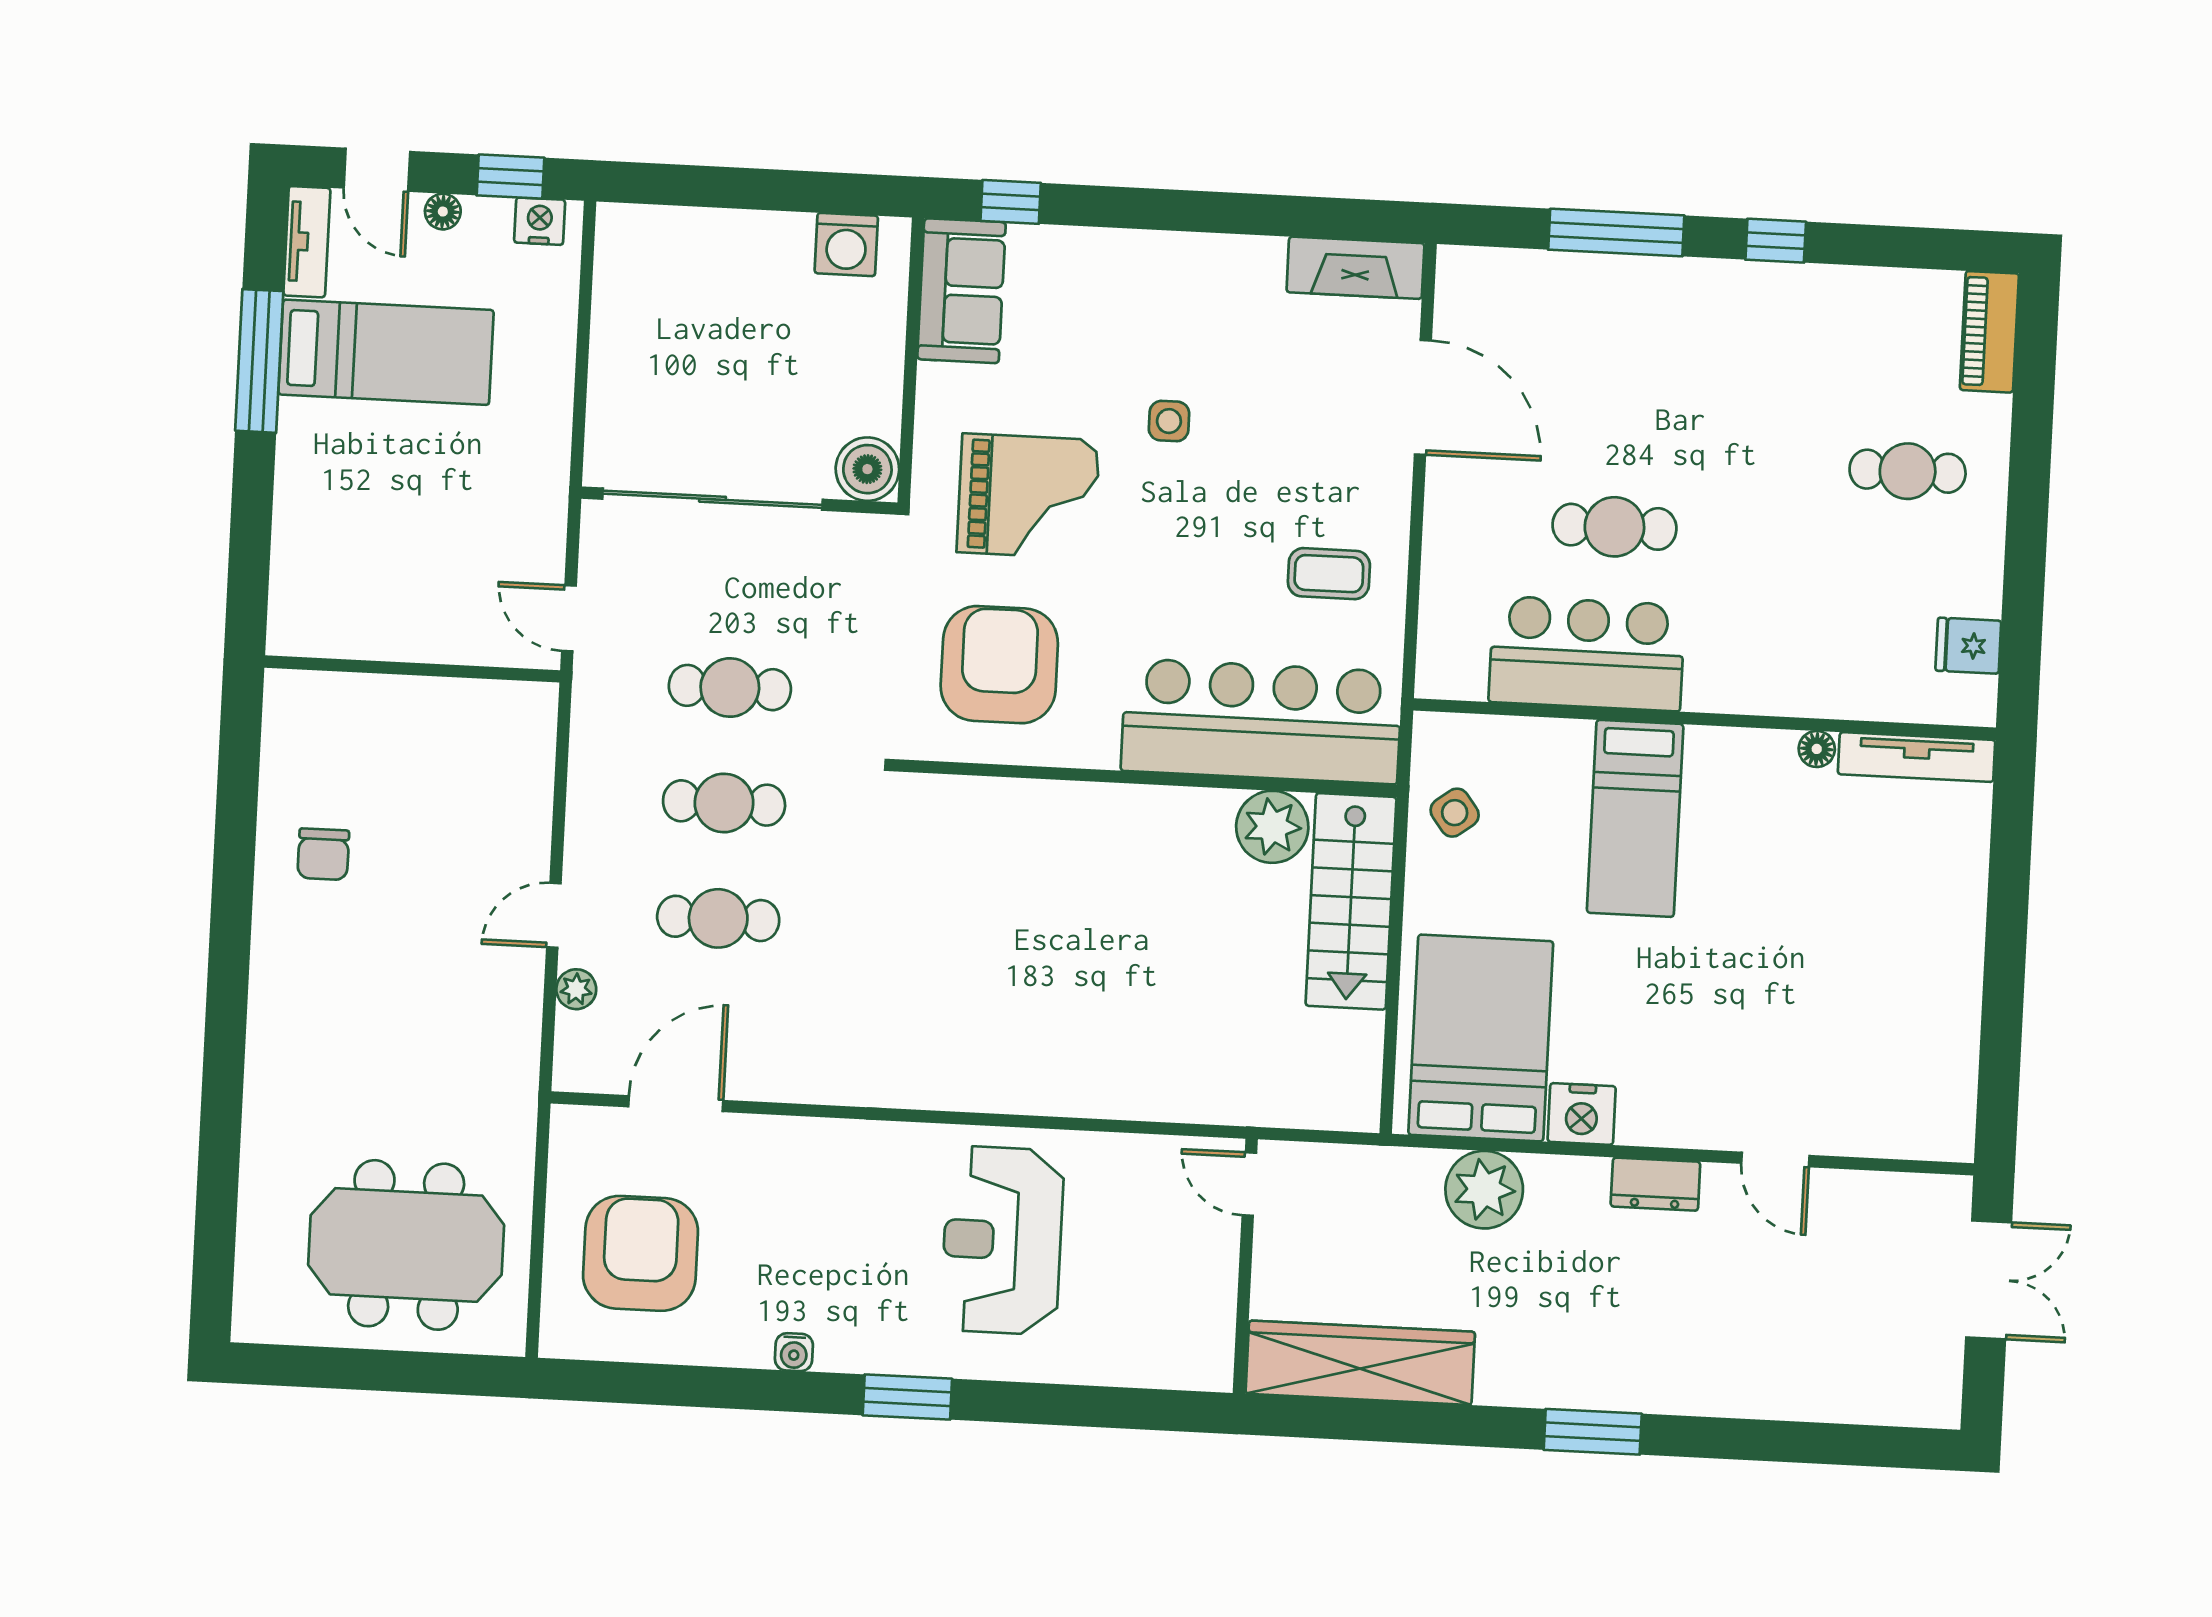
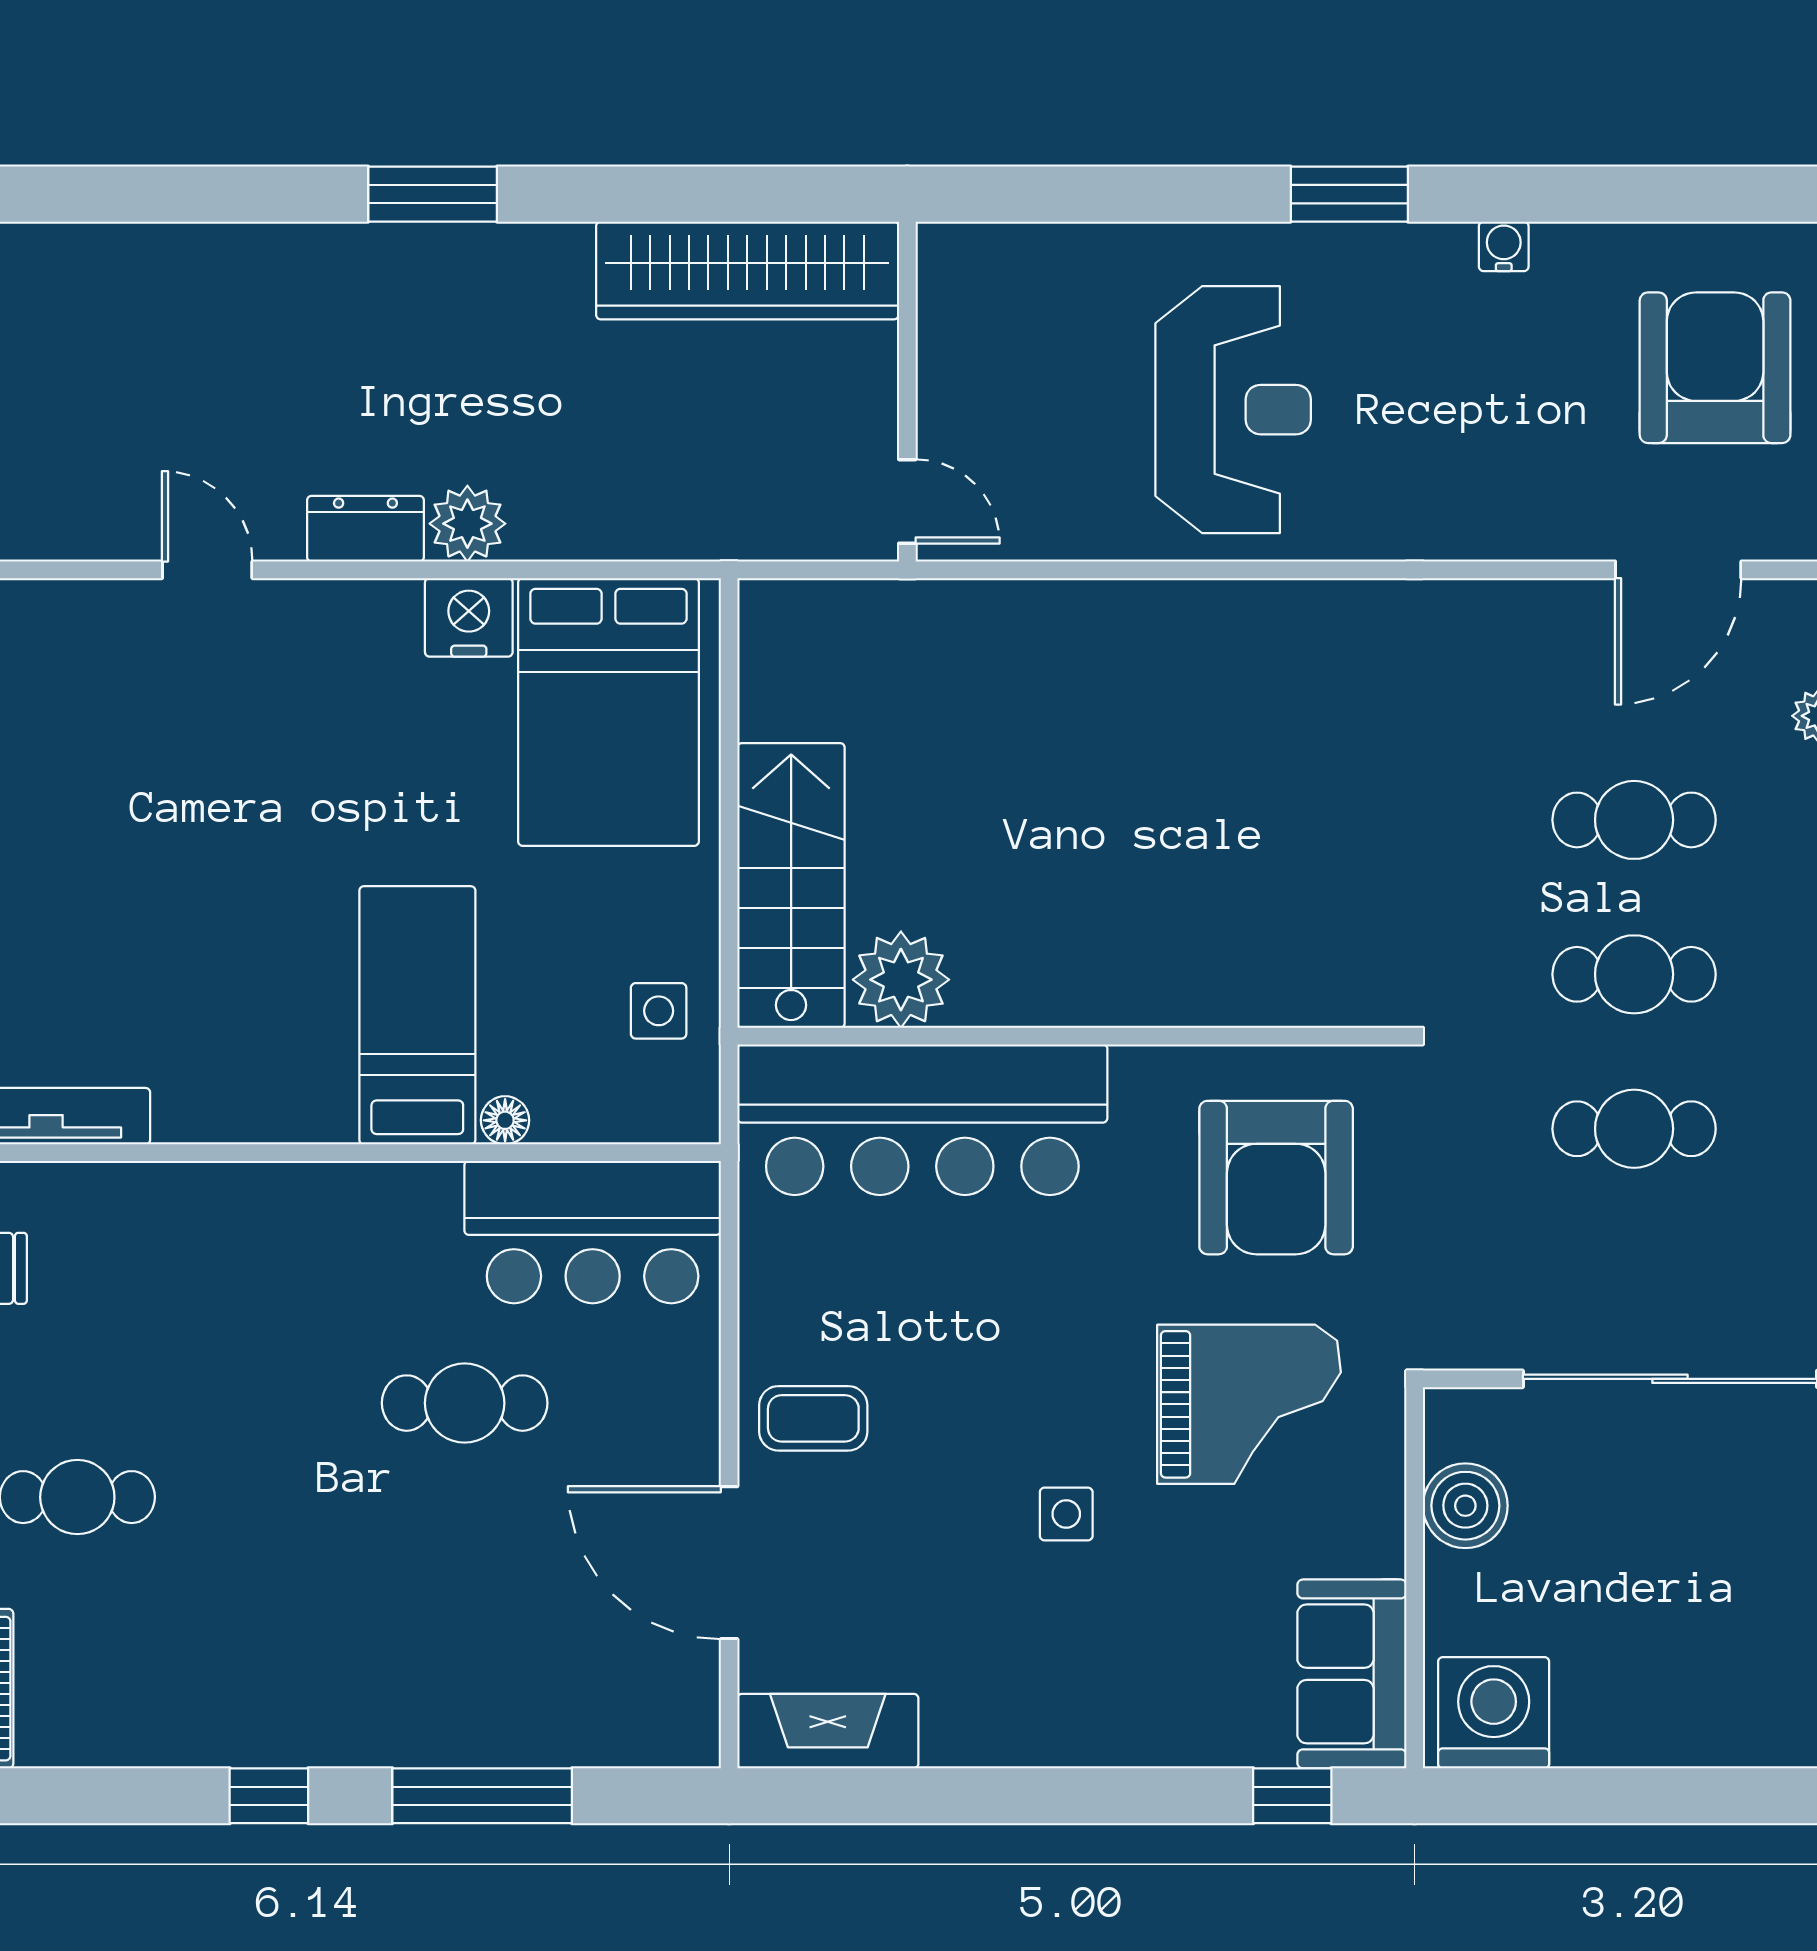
washing machine: (846, 244) -> (1494, 1713), width x1.37, depth x1.37
boiler: (867, 469) -> (1465, 1506), moved
grand piano: (1028, 496) -> (1249, 1404), turned 180
coffee table: (1329, 574) -> (813, 1418), moved
bar counter: (1587, 654) -> (593, 1232), moved
floor lamp: (1817, 749) -> (505, 1120), moved
side table: (1455, 813) -> (659, 1011), turned 37
plant: (1484, 1190) -> (467, 524), moved, width x0.73, depth x0.73
armchair: (641, 1253) -> (1715, 368), turned 180

